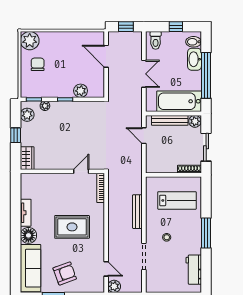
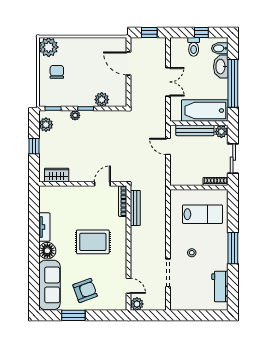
toilet: (156, 40) -> (194, 47), moved
plant: (45, 106) -> (75, 115), moved
wardrobe: (27, 158) -> (57, 175), moved, turned -90
bench: (137, 212) -> (135, 208), moved

